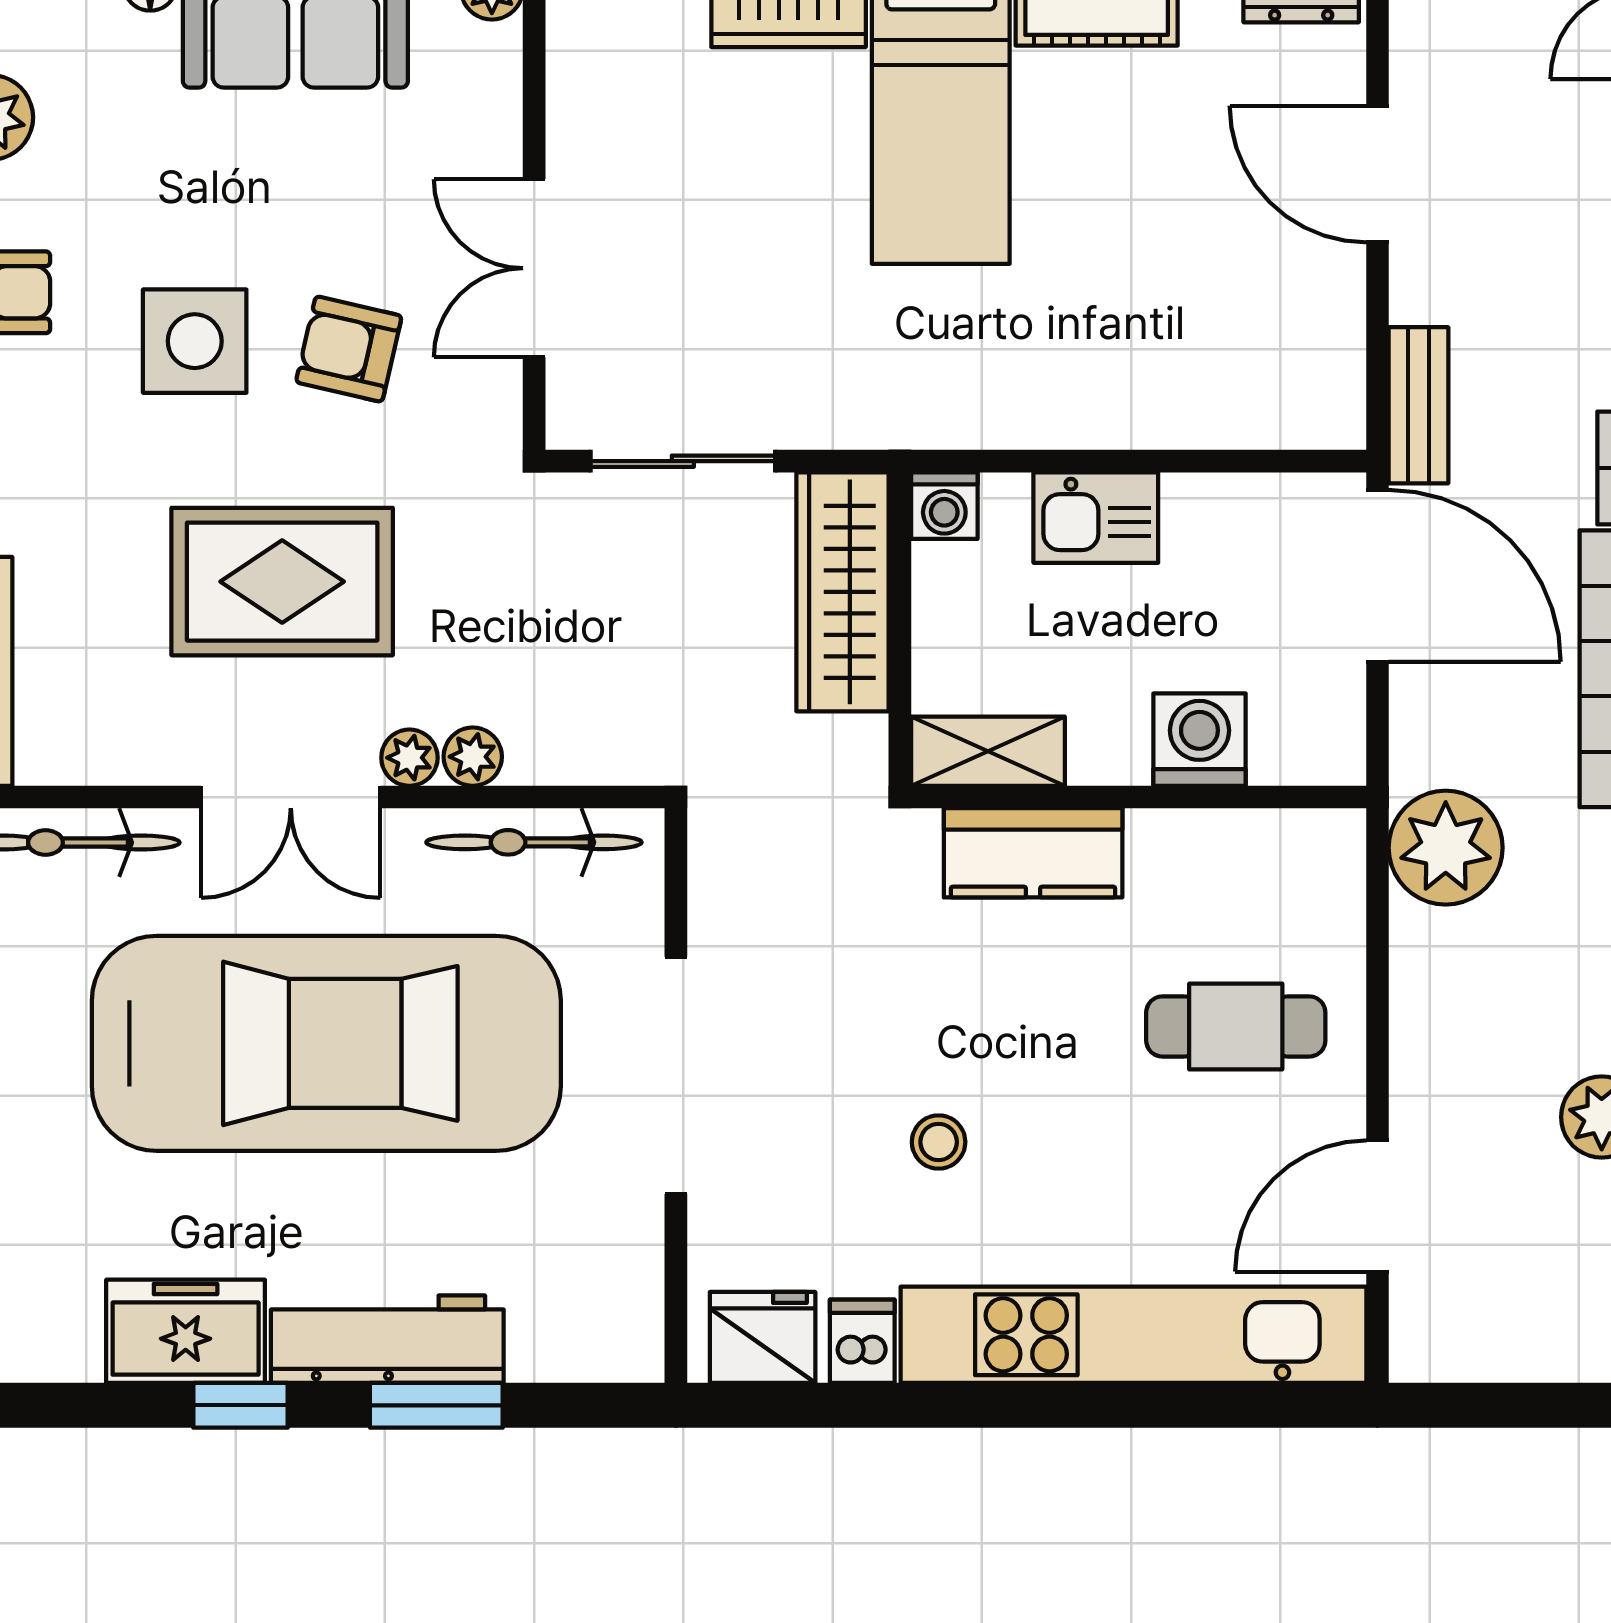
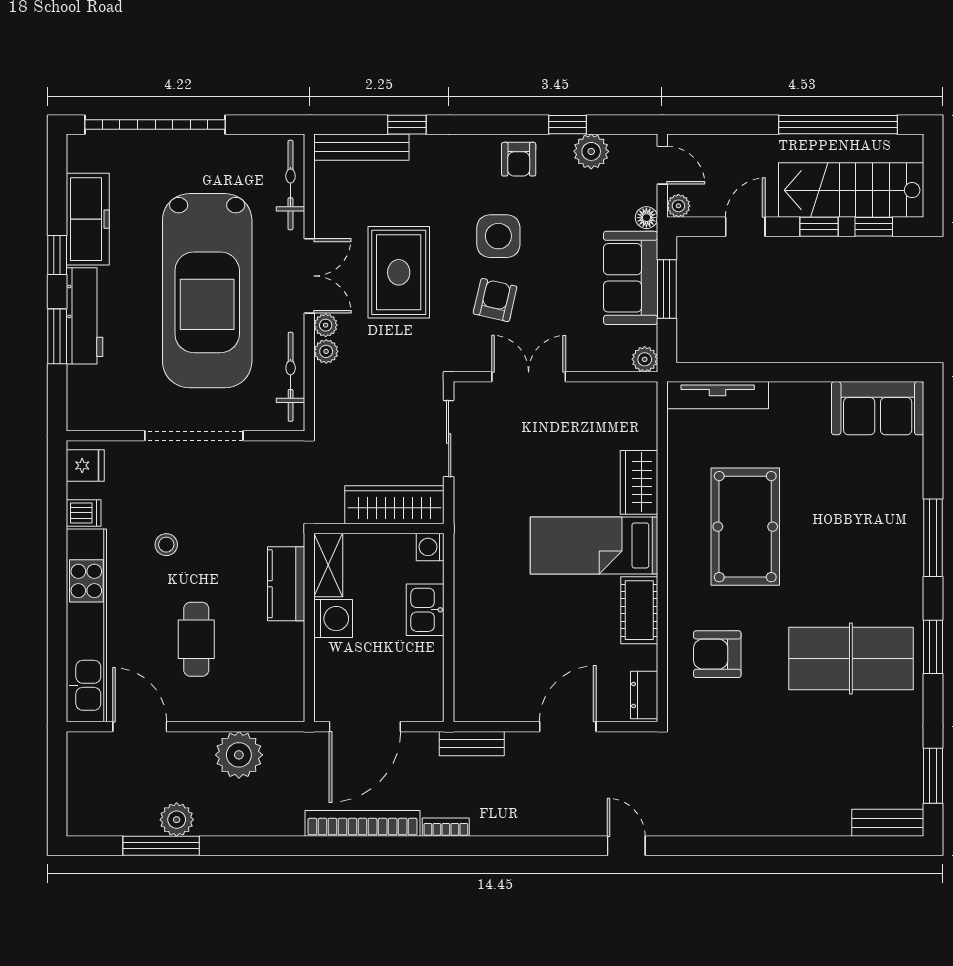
door: (1377, 576) -> (365, 727), moved
washing machine: (1199, 740) -> (333, 619), moved
double door: (291, 797) -> (309, 276), swing flipped
plant: (1446, 848) -> (239, 755), moved
cafe table: (1236, 1026) -> (196, 639), moved
freezer: (186, 1331) -> (88, 219), width x1.40
fridge: (763, 1337) -> (85, 465), width x0.72

